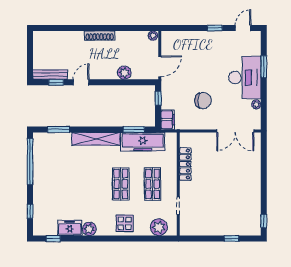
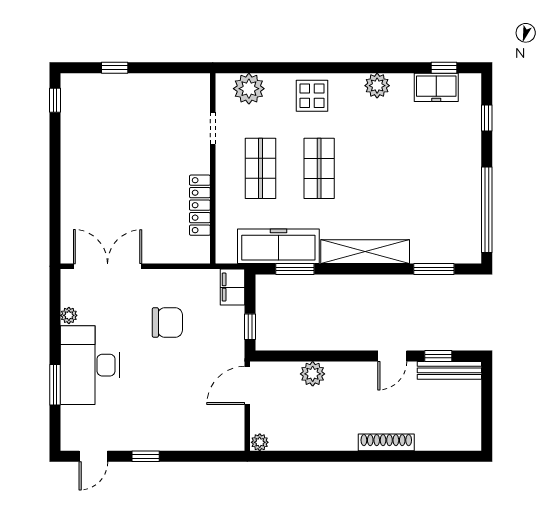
shoe rack: (100, 36) -> (386, 442), moved
chair: (203, 101) -> (167, 322), turned 180
freezer: (70, 228) -> (436, 87), moved

